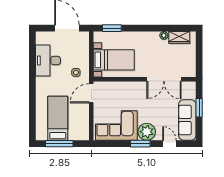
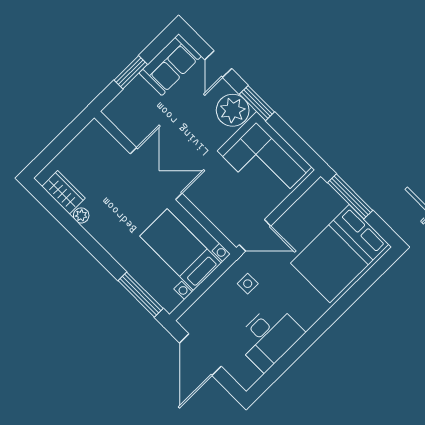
window: (112, 28) -> (141, 295), width x1.44
double door: (164, 79) -> (156, 174), moved
bed: (58, 118) -> (340, 254), width x1.50
sofa: (187, 120) -> (170, 65), width x0.73
window: (59, 144) -> (350, 196), moved

